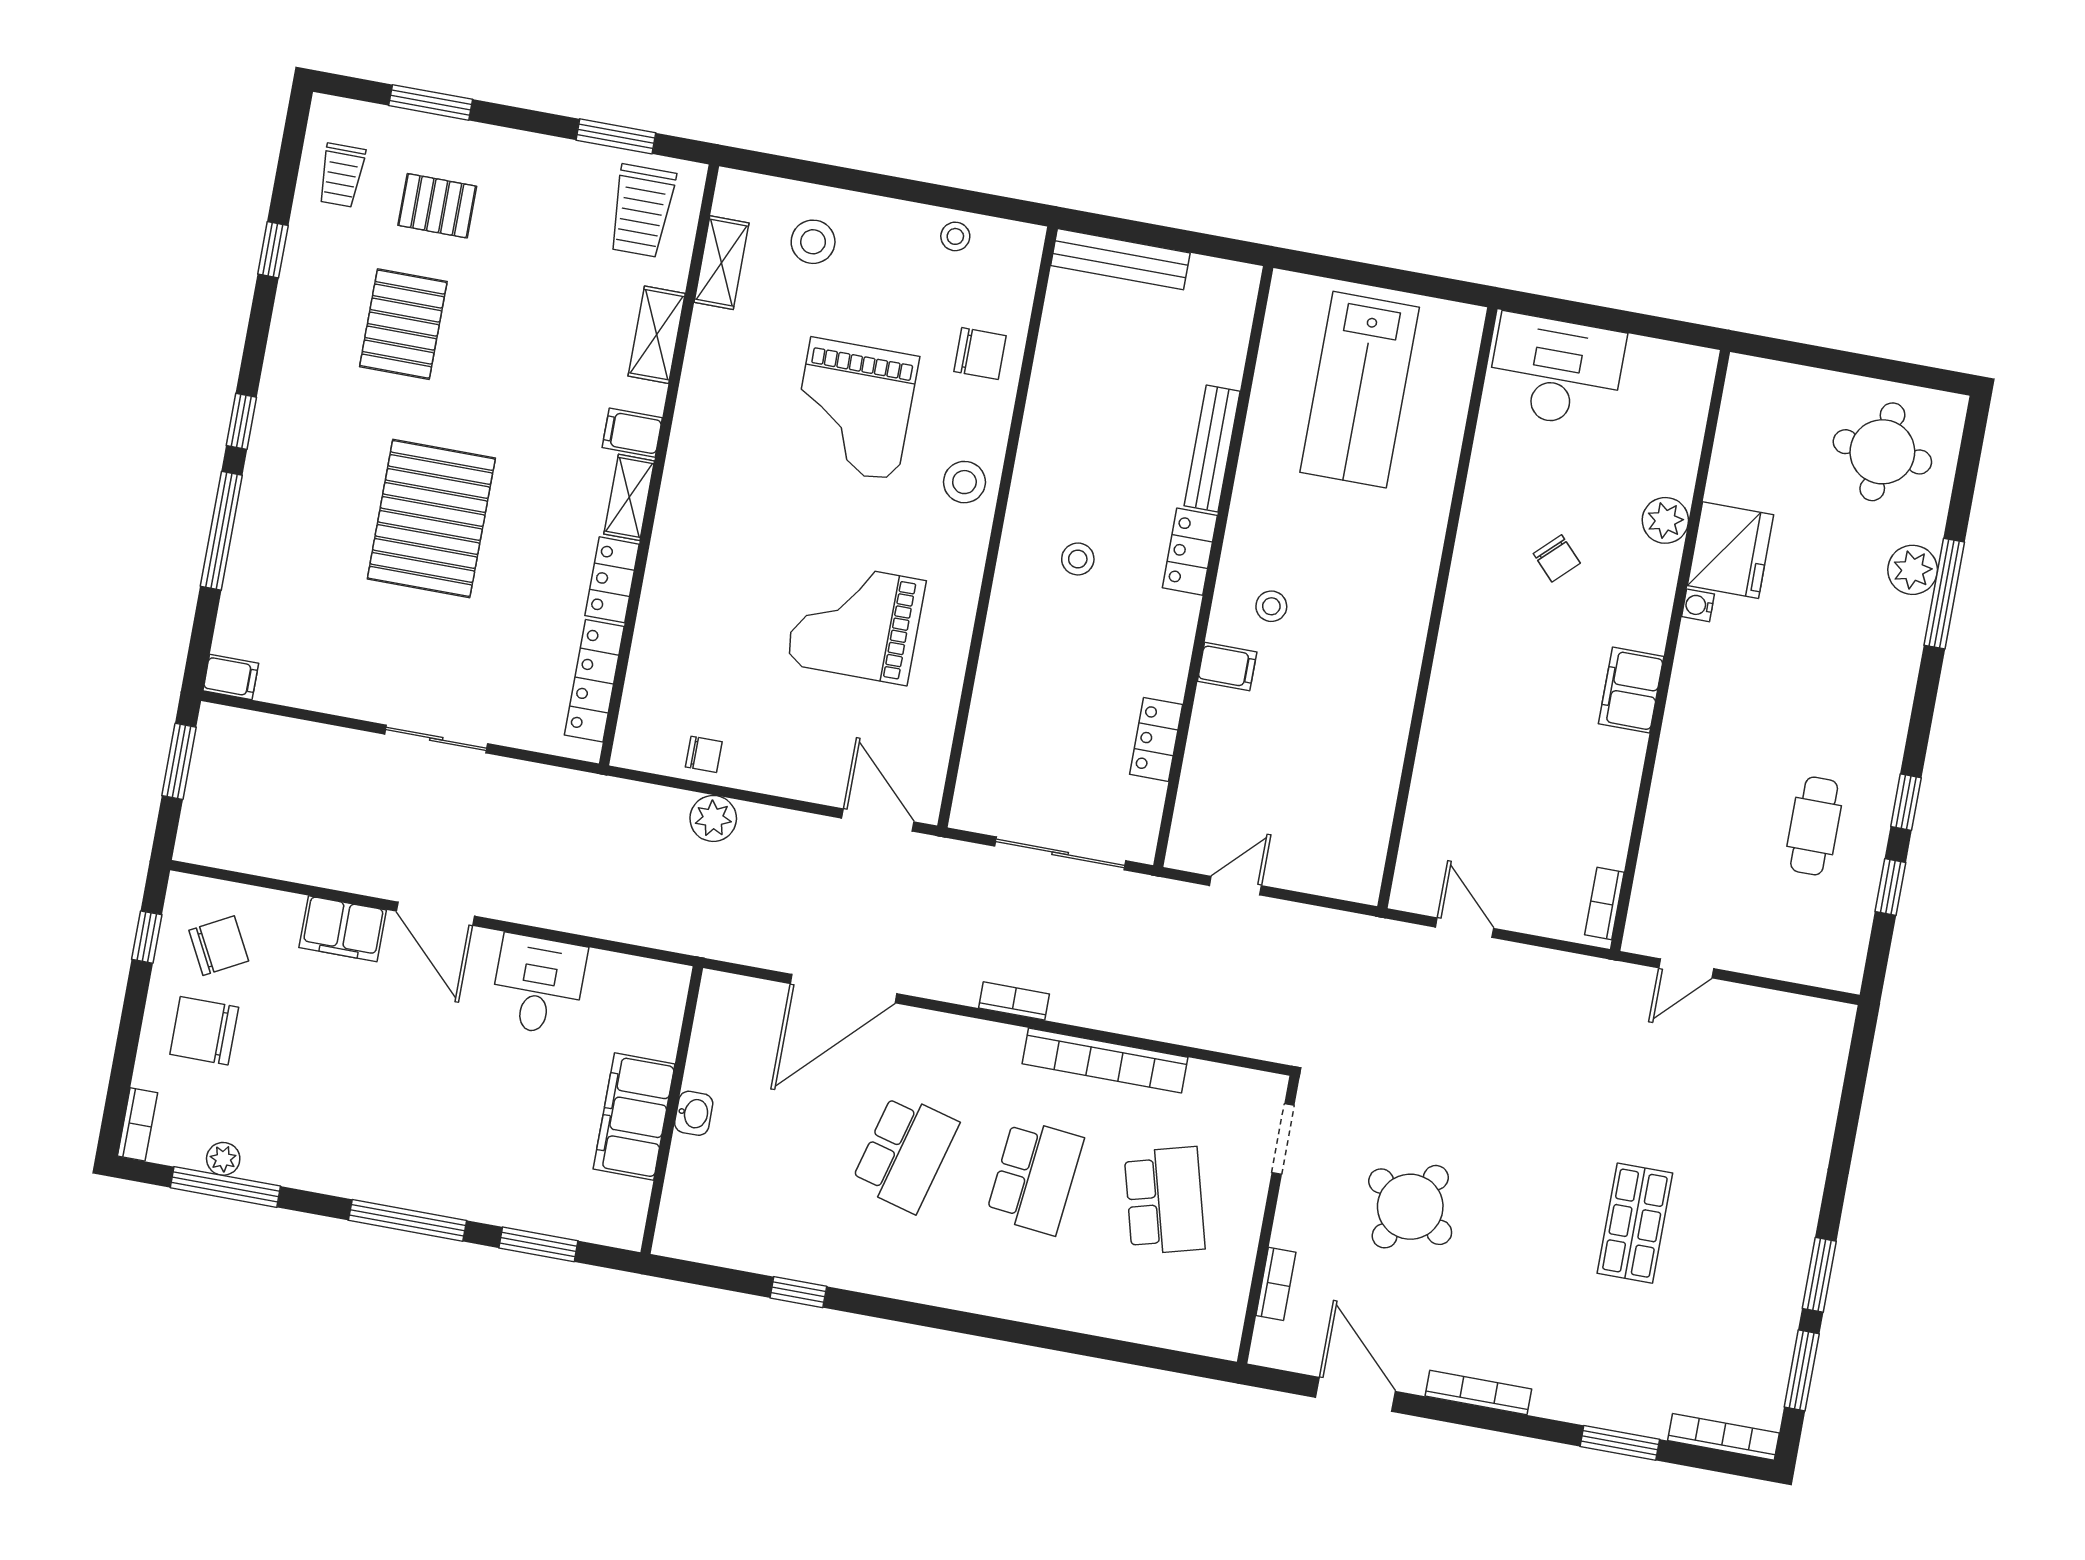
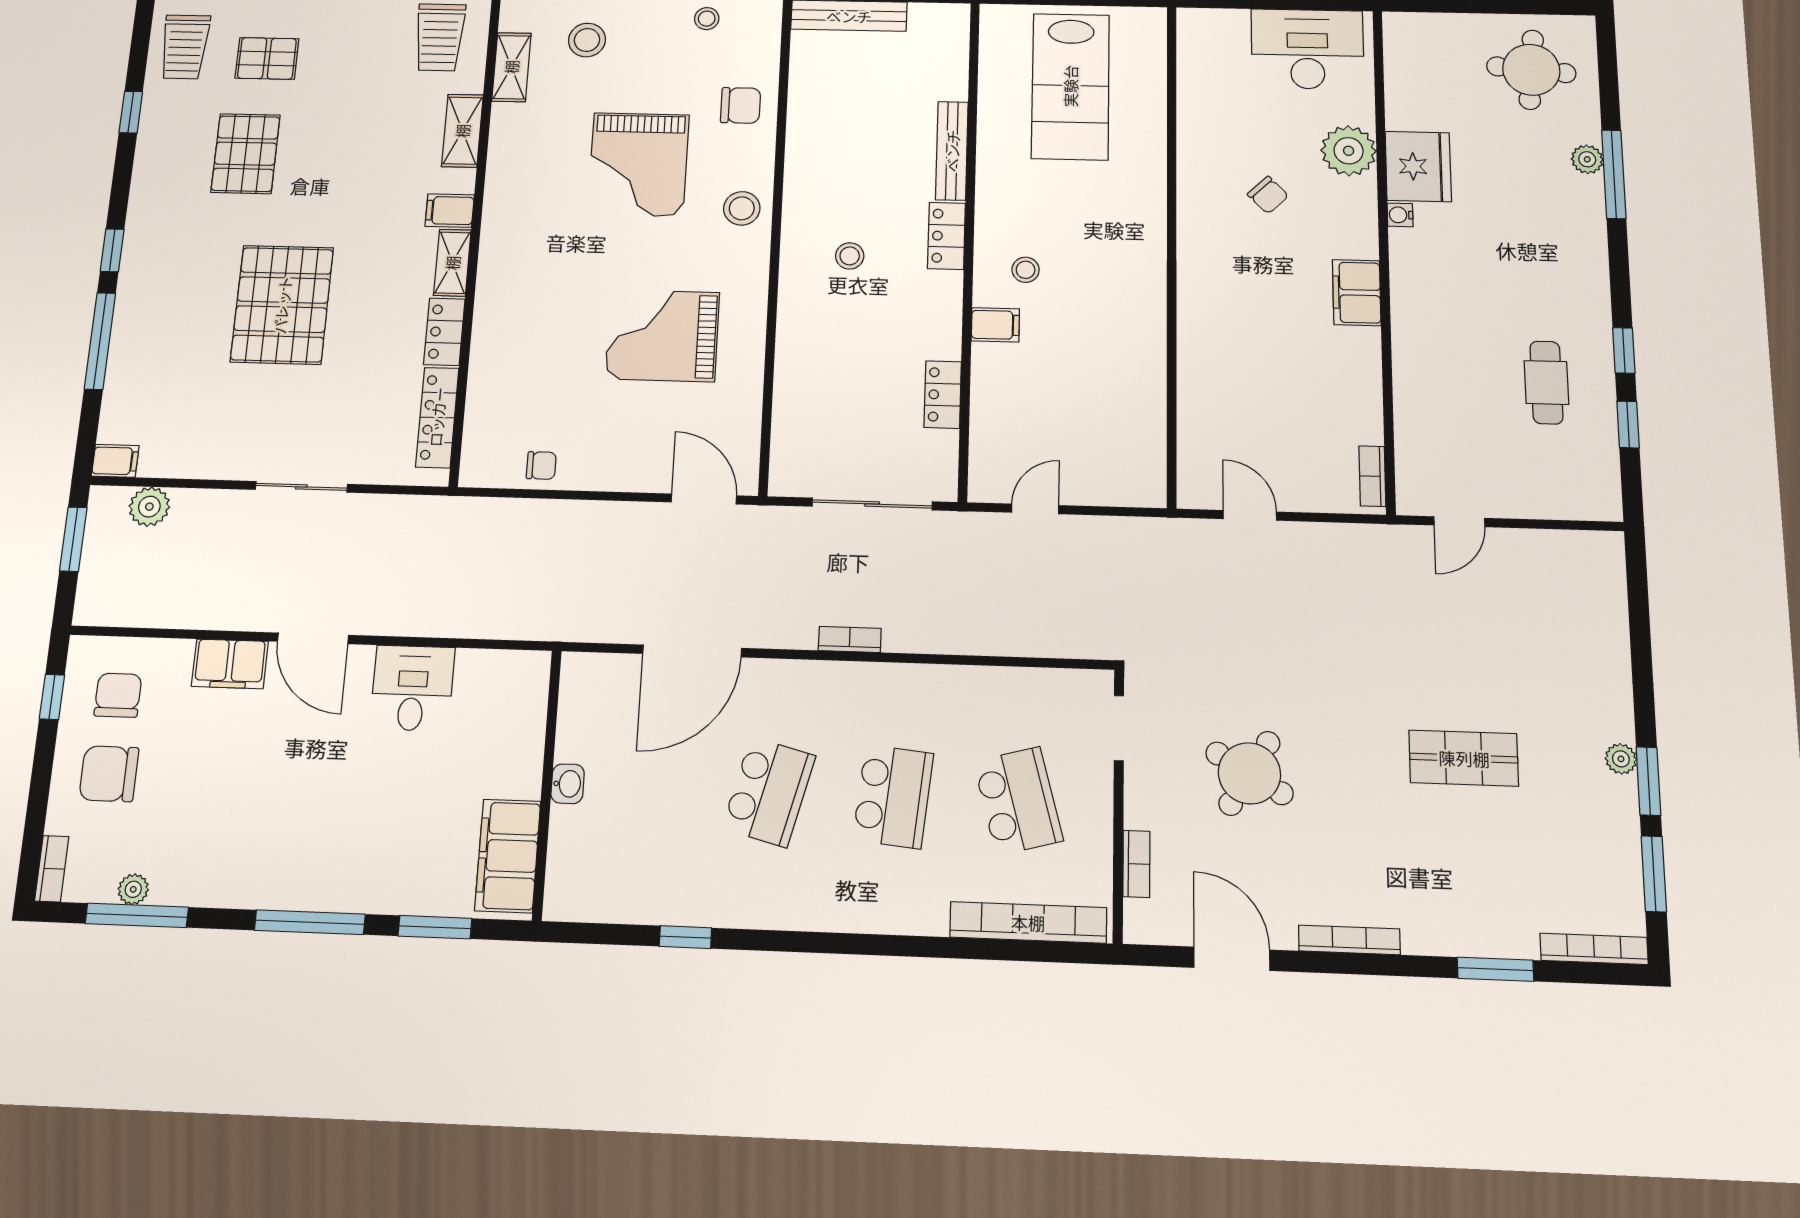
trolley: (341, 175) -> (185, 47), width x1.36, depth x1.39
desk: (1556, 371) -> (1307, 49), moved
plant: (1665, 520) -> (1349, 151), width x1.36, depth x1.36
plant: (1913, 570) -> (1587, 159), width x0.73, depth x0.73
plant: (713, 818) -> (149, 507), moved
chair: (219, 946) -> (118, 695), turned -62
bookcase: (1105, 1061) -> (1028, 922), moved, turned 180
filing cabinet: (634, 1117) -> (508, 856), moved
shop shelf: (1635, 1223) -> (1464, 758), turned 90
plant: (1797, 1248) -> (1621, 759), added

